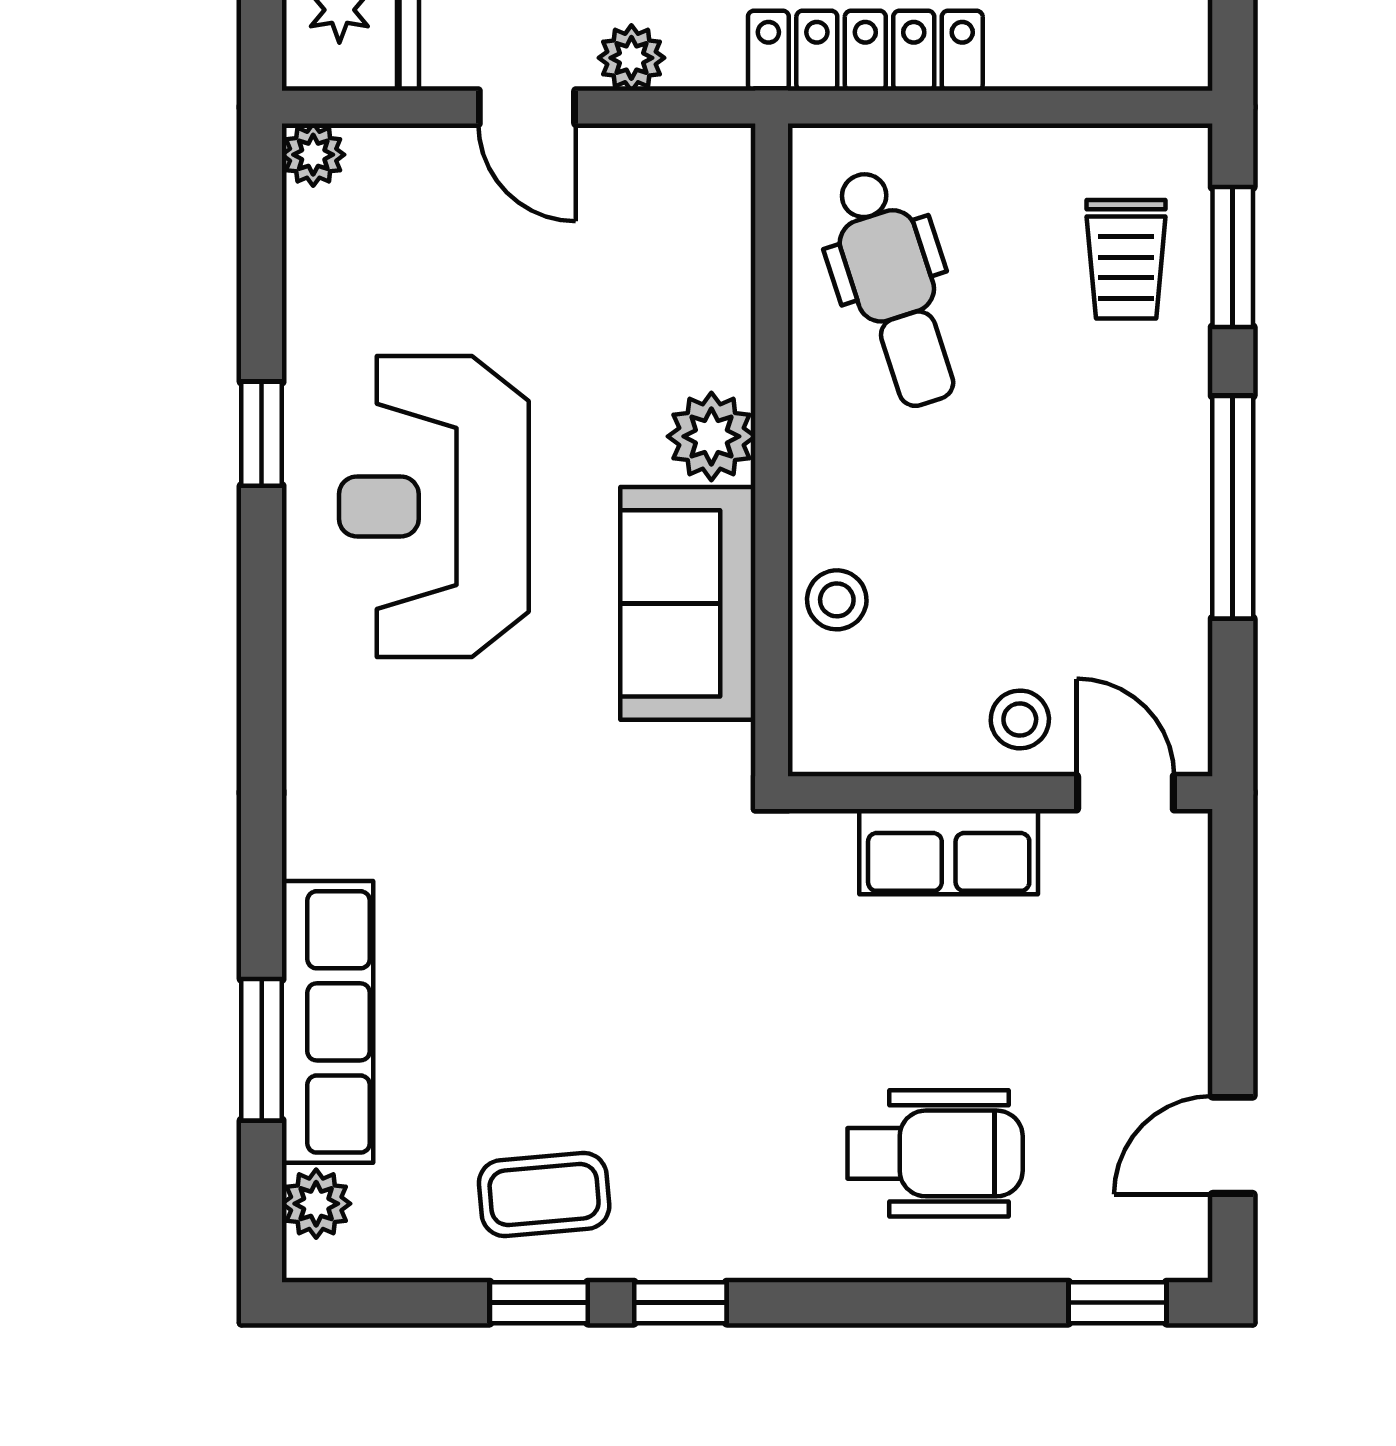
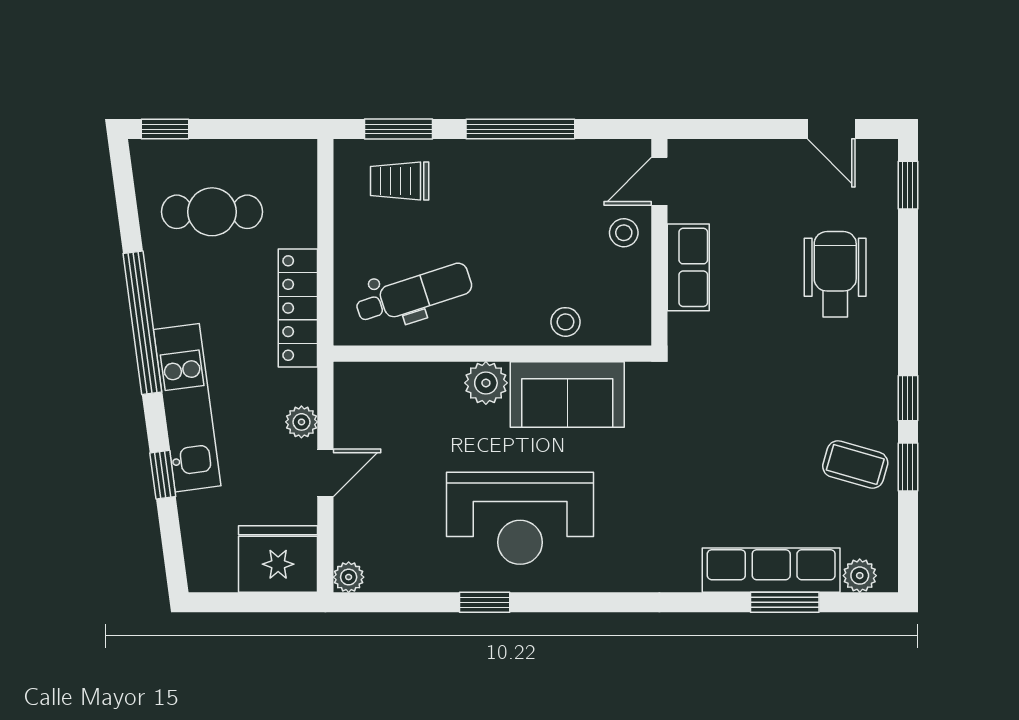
trolley: (1126, 259) -> (400, 181), turned 180
coffee table: (544, 1194) -> (855, 465), turned -69

